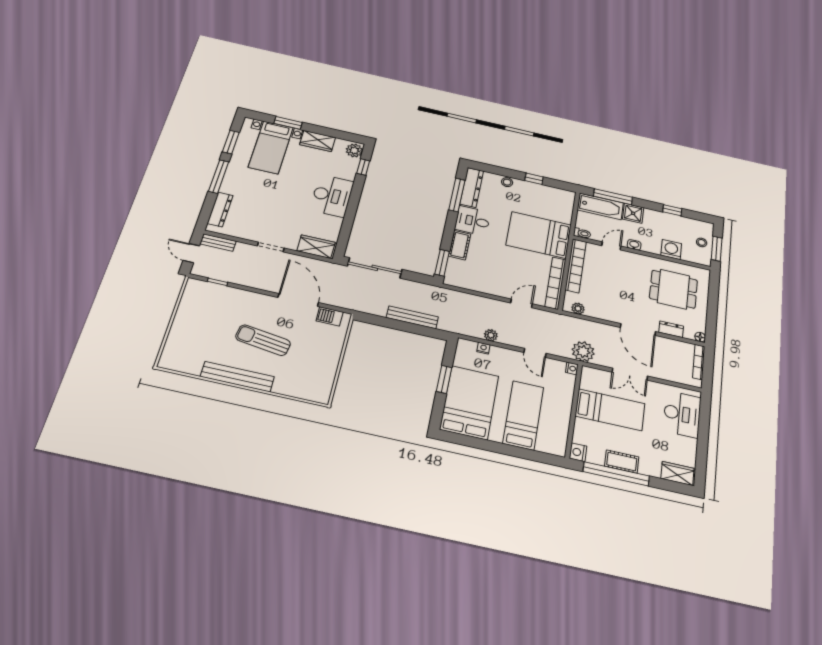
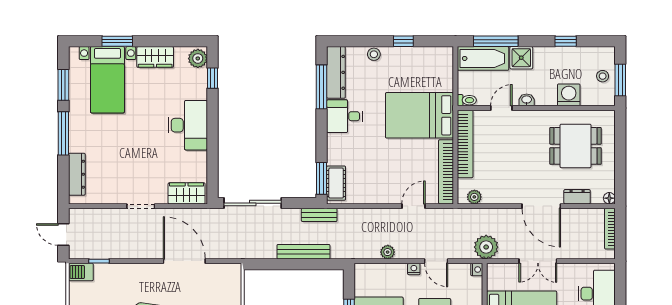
bench: (218, 243) -> (319, 215), moved
cot: (460, 245) -> (336, 183), moved
barbecue: (330, 316) -> (81, 272), moved
nightstand: (483, 348) -> (414, 269), moved

